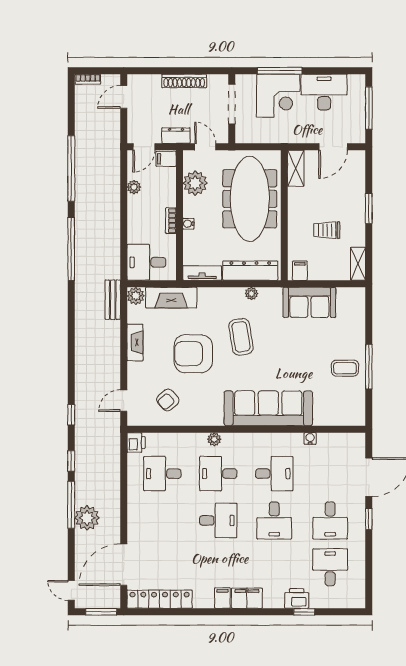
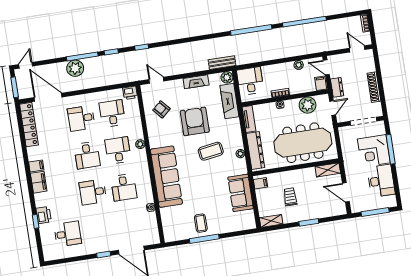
desk: (330, 520) -> (81, 118), moved

